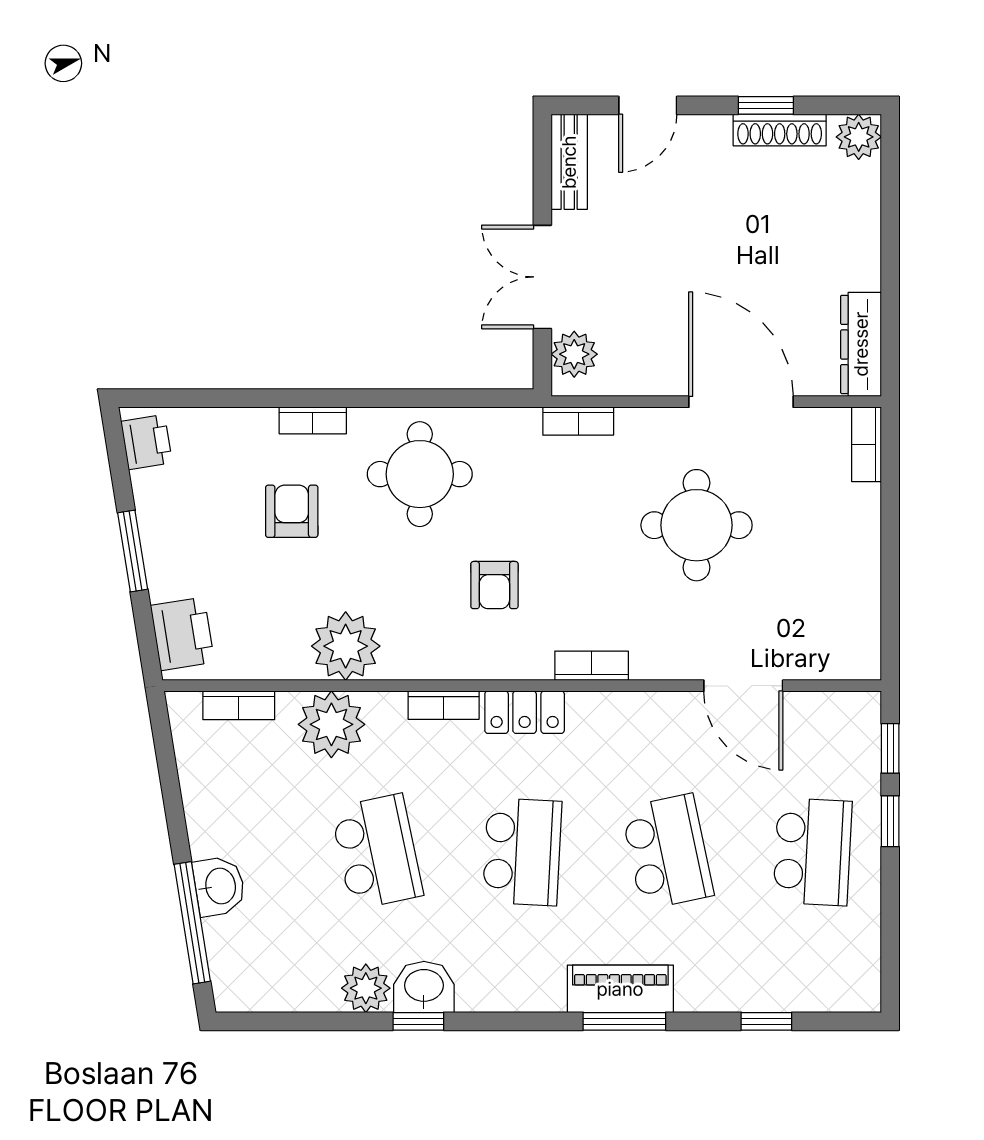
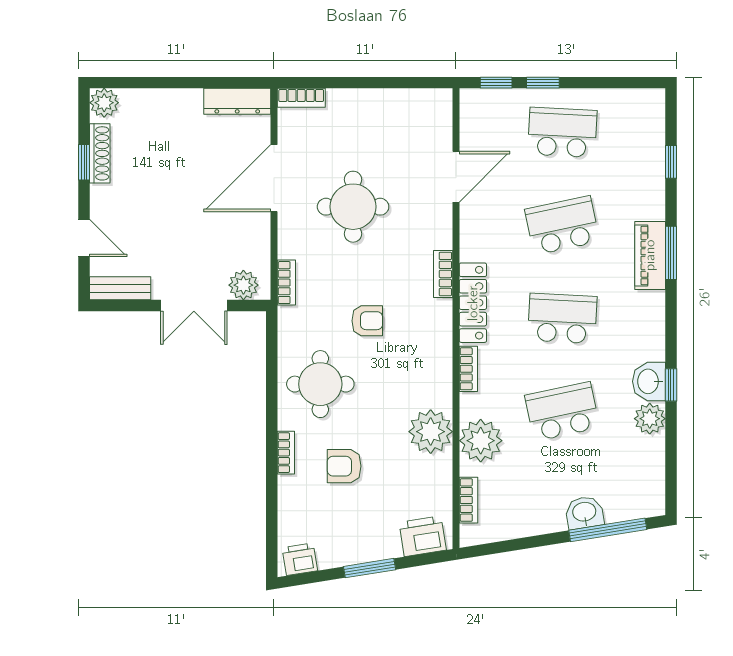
armchair: (494, 585) -> (367, 321), moved
locker: (525, 712) -> (473, 303), width x1.53

